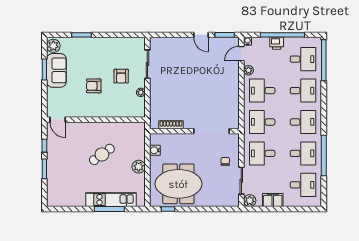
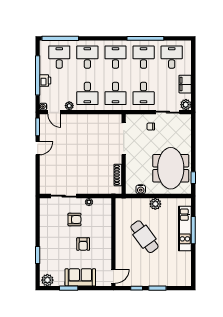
sofa: (56, 70) -> (80, 277), moved
cafe table: (102, 154) -> (144, 237), width x1.37, depth x1.35

